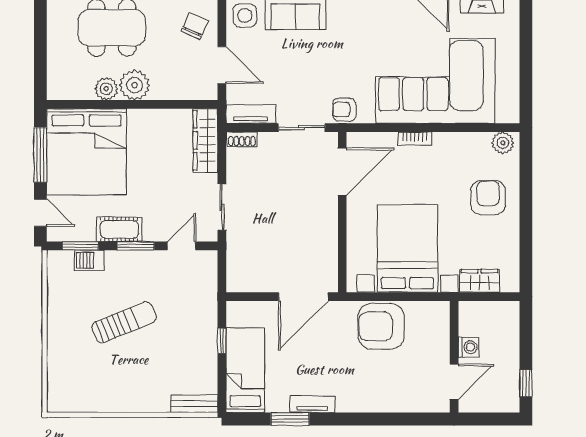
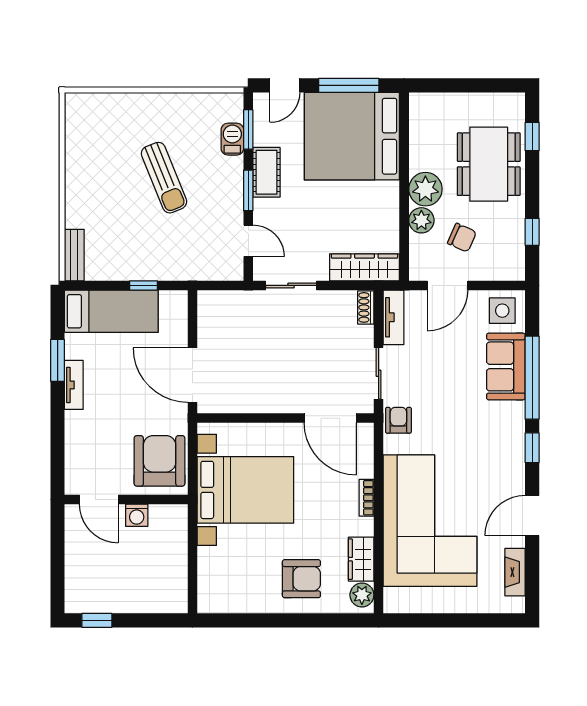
chair: (195, 26) -> (462, 238), moved
plant: (106, 89) -> (421, 220), moved
wardrobe: (479, 281) -> (361, 559), moved, turned 180
washing machine: (468, 347) -> (137, 515), moved
wall: (454, 357) -> (126, 499), moved
door: (454, 382) -> (99, 499), moved

